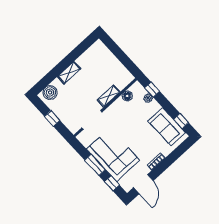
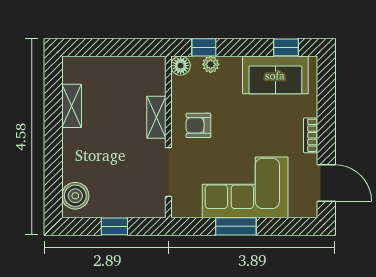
shelving: (69, 72) -> (72, 106), moved
floor lamp: (127, 96) -> (181, 66), moved
armchair: (120, 115) -> (198, 125), added
window: (112, 183) -> (284, 226), removed

